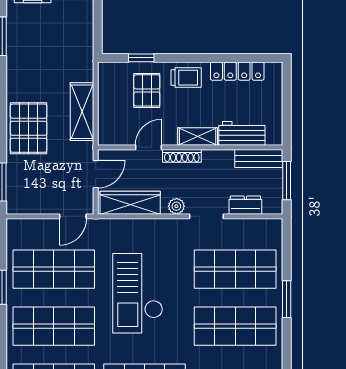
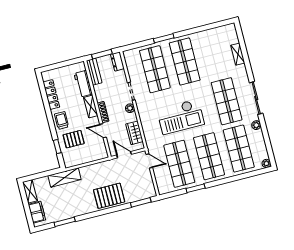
shelving: (82, 112) -> (64, 178), moved
wardrobe: (130, 203) -> (134, 133), width x0.67
dresser: (245, 205) -> (117, 61), moved

